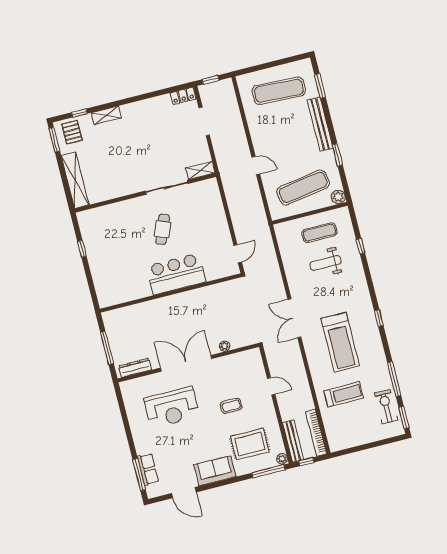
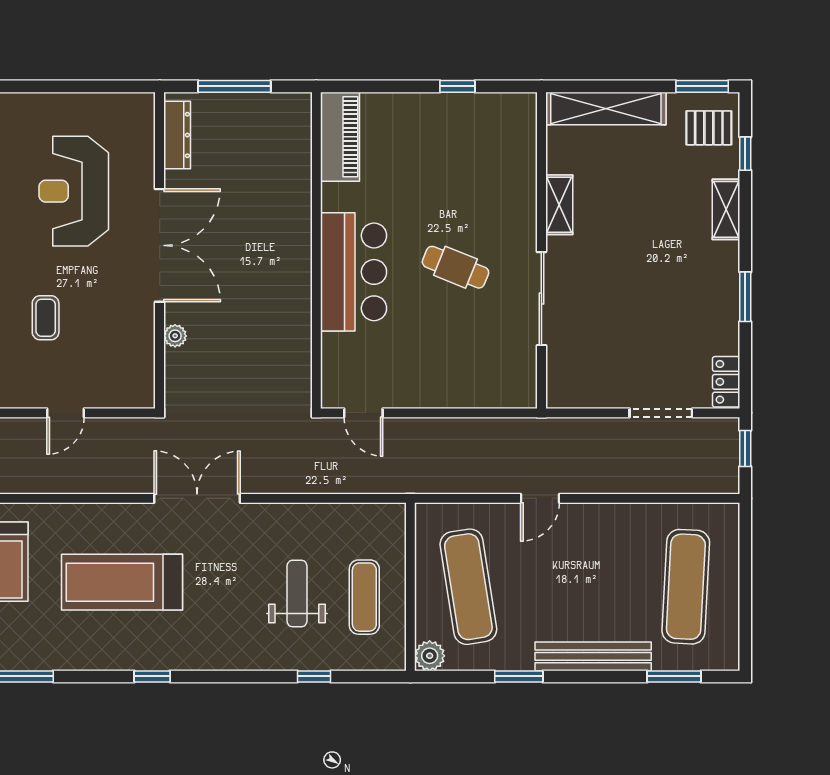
window: (143, 97) -> (745, 297), added
shelving: (200, 170) -> (559, 205), moved
piano: (117, 295) -> (340, 137), added

